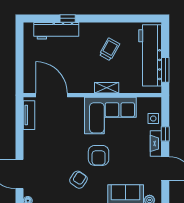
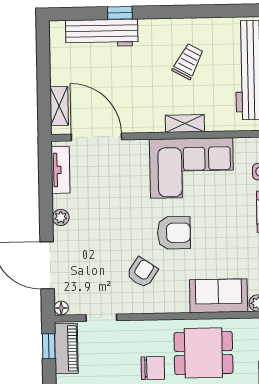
shelving: (29, 75) -> (59, 106), added
plant: (29, 145) -> (61, 217), added
armchair: (99, 155) -> (174, 233), turned -90

